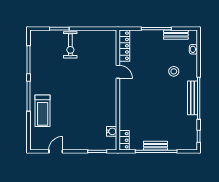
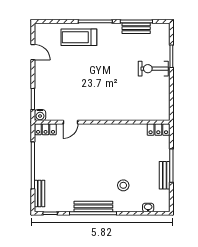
bench: (176, 35) -> (165, 175), moved
locker: (124, 46) -> (158, 130), width x0.66
bench: (35, 60) -> (136, 28), added
door: (118, 72) -> (71, 122), moved
water cooler: (112, 131) -> (40, 115), moved
bench: (156, 146) -> (40, 194), moved

